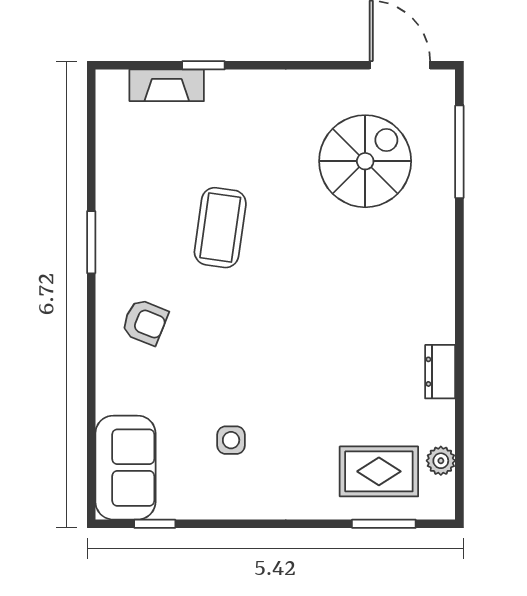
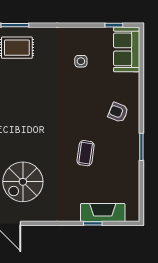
fireplace: (167, 85) -> (103, 212), width x1.37, depth x1.32
coffee table: (220, 228) -> (86, 153), width x0.73, depth x0.77

